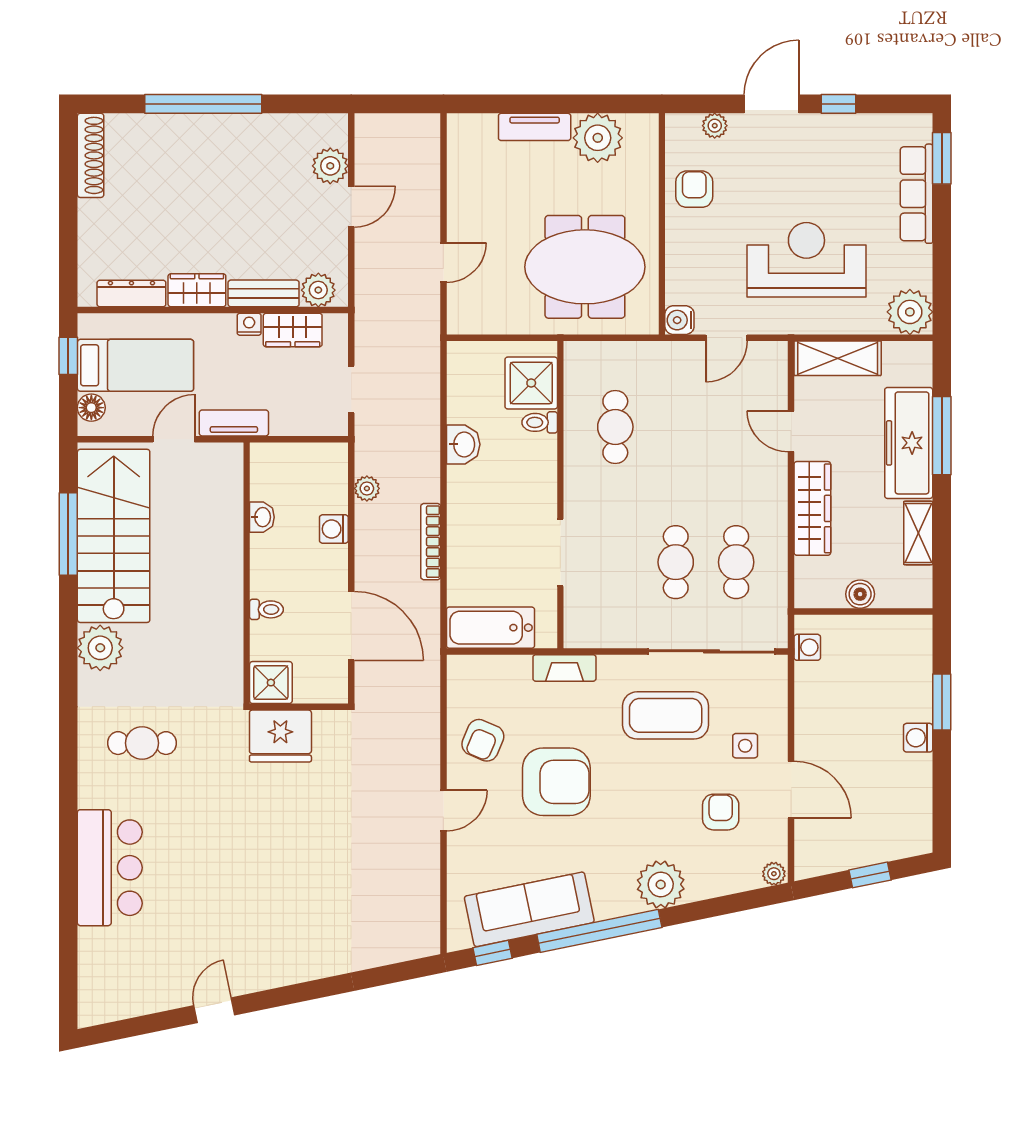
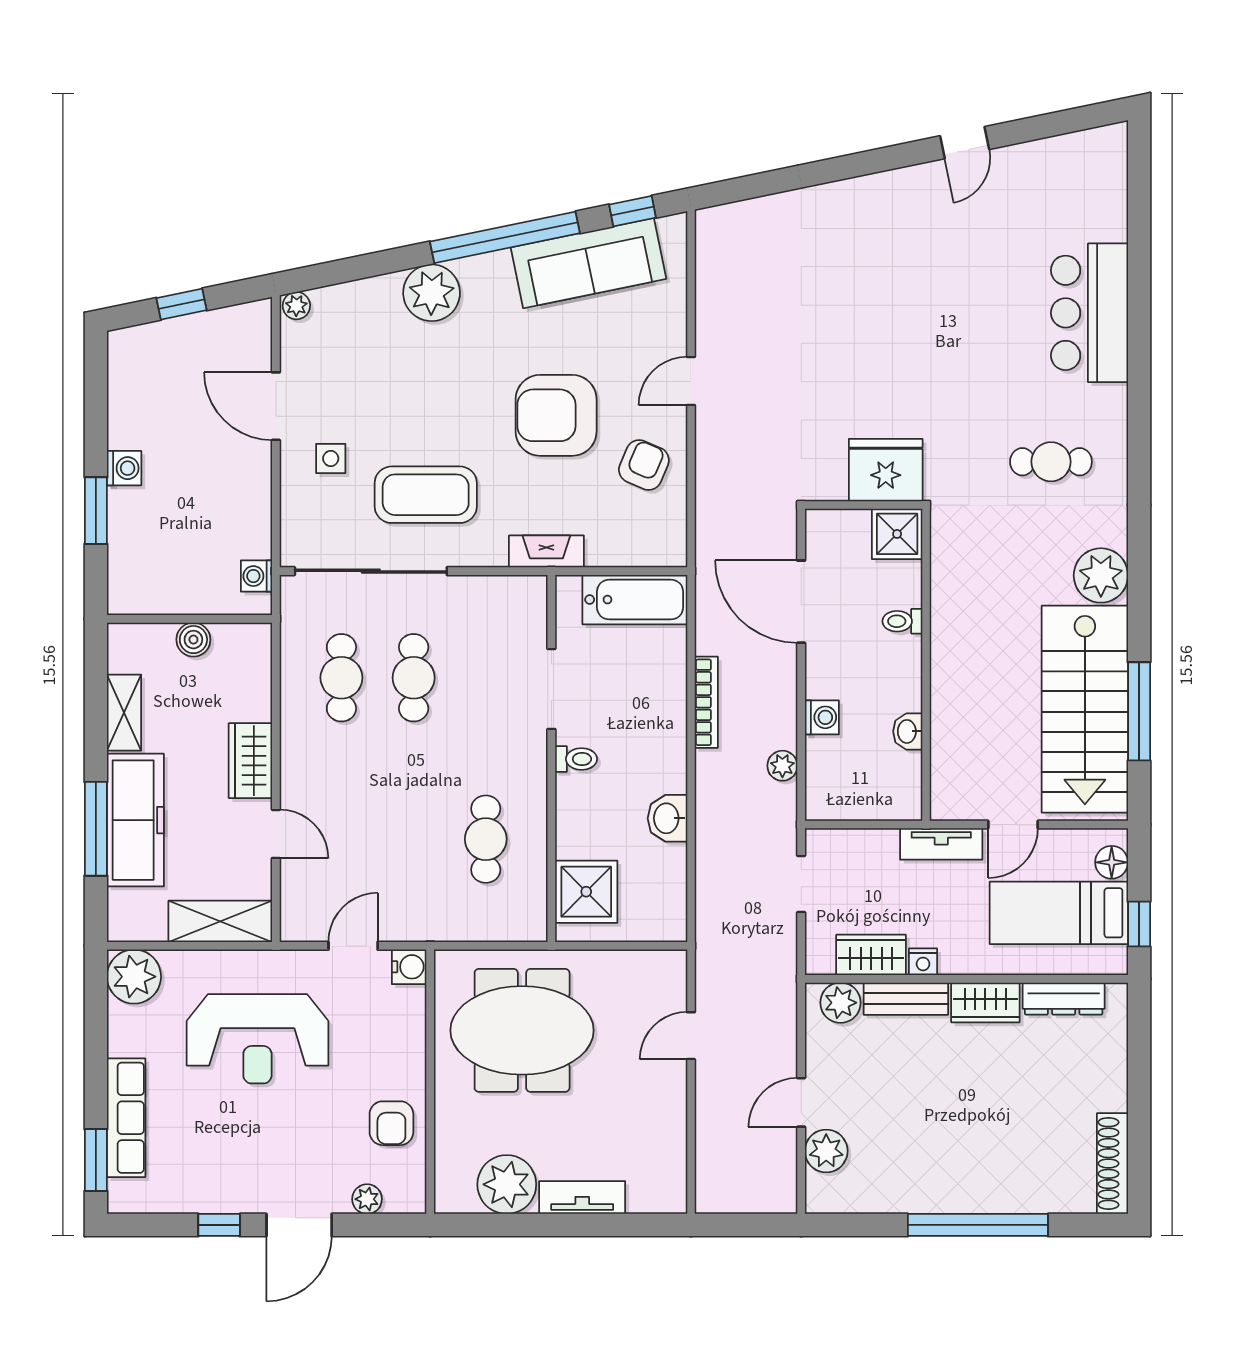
toilet: (540, 422) -> (576, 759), moved
wardrobe: (812, 508) -> (250, 761), width x0.67
armchair: (721, 812) -> (360, 379), removed

